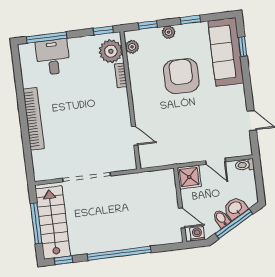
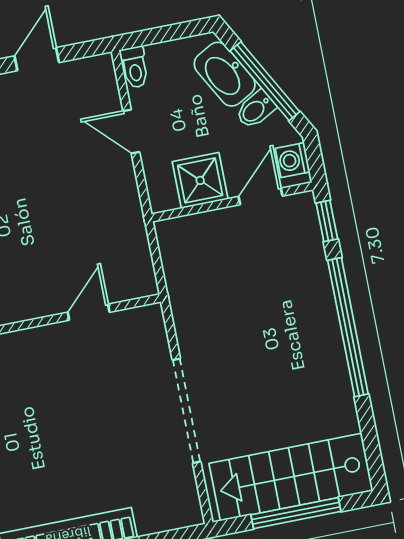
door: (216, 161) -> (131, 131), swing flipped
shower: (189, 177) -> (200, 180), moved
washbasin: (235, 208) -> (225, 74), width x1.38
window: (64, 260) -> (327, 221), moved

